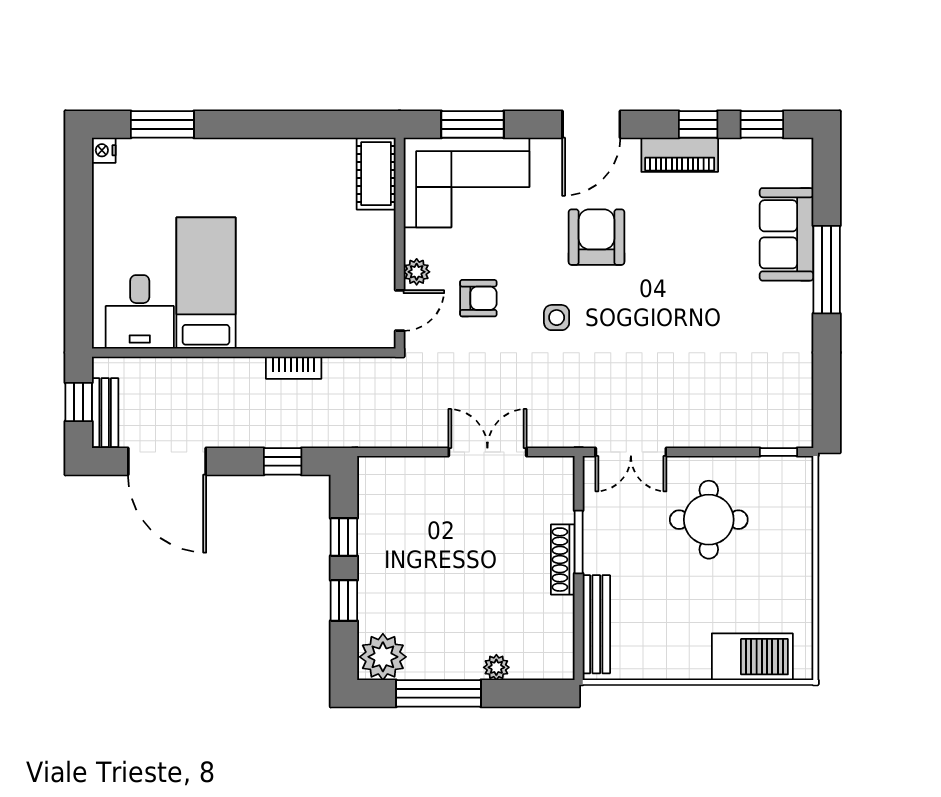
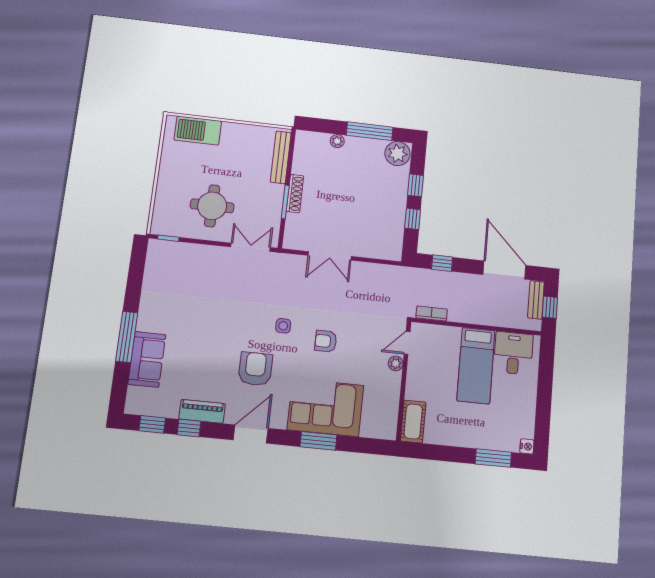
cot: (376, 174) -> (413, 422), moved
armchair: (596, 237) -> (255, 369), turned 180
wall: (400, 243) -> (404, 381), moved
plant: (417, 272) -> (396, 363), moved
door: (400, 310) -> (407, 343), moved

